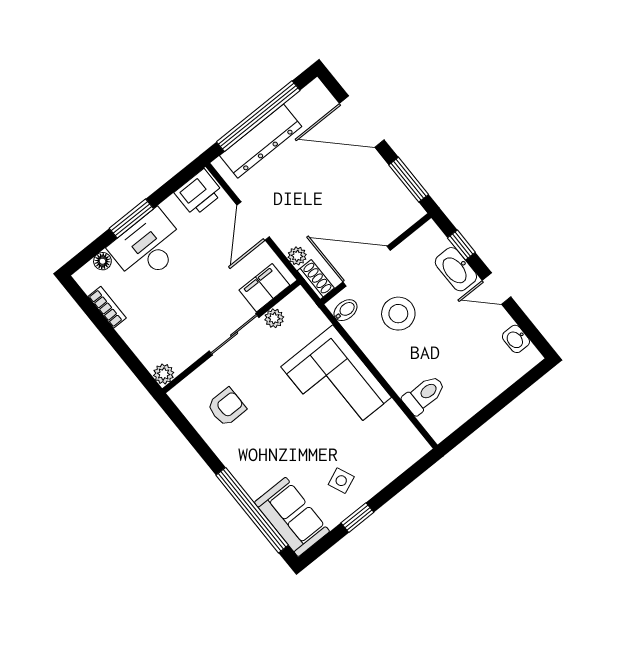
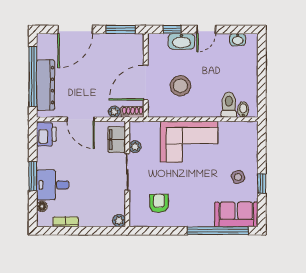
desk: (148, 247) -> (53, 185), width x0.73
bidet: (345, 310) -> (243, 110), moved

